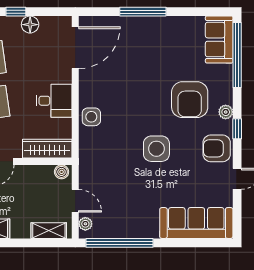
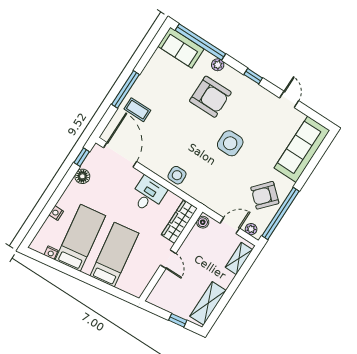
window: (16, 12) -> (82, 157), moved
coffee table: (131, 36) -> (137, 110), added
plant: (226, 112) -> (218, 65), moved
armchair: (217, 148) -> (265, 195), moved, turned 42

